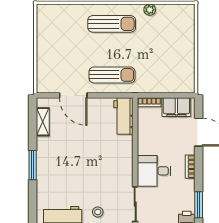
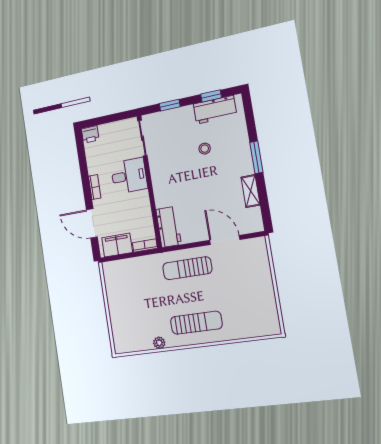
sun lounger: (112, 24) -> (196, 323), turned 180
shelving: (43, 122) -> (250, 191), moved
window: (199, 205) -> (81, 151), removed
stool: (98, 212) -> (205, 149), moved

